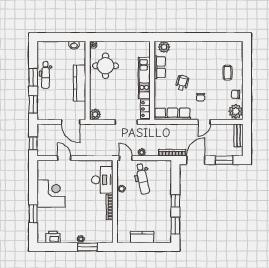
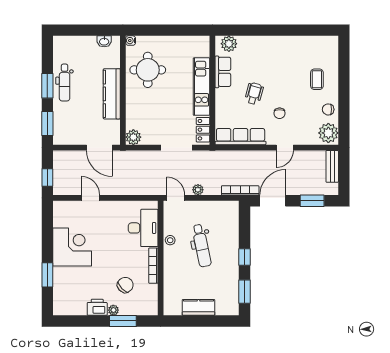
dental chair: (143, 179) -> (202, 246), moved
chair: (89, 221) -> (125, 285), added
printer: (53, 237) -> (97, 307), moved

